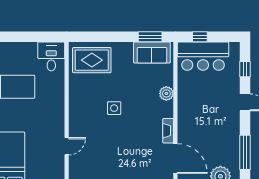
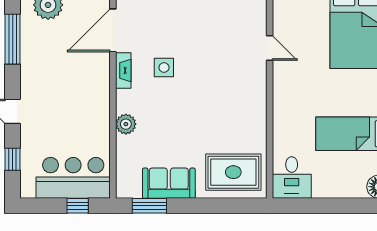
sofa: (152, 52) -> (169, 183), moved
side table: (114, 108) -> (164, 67), moved
door: (67, 146) -> (270, 48), swing flipped
door: (175, 159) -> (113, 30), hinge flipped

